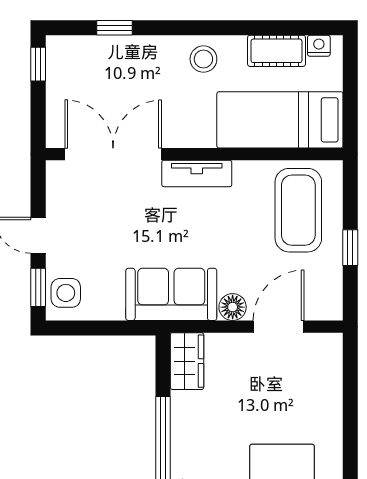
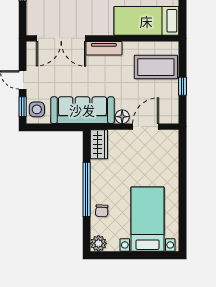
double door: (113, 154) -> (61, 38), swing flipped
coffee table: (298, 210) -> (156, 67), turned 90
sofa: (171, 294) -> (82, 110), width x1.36

